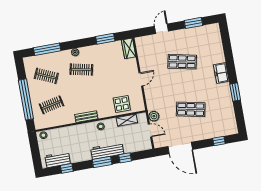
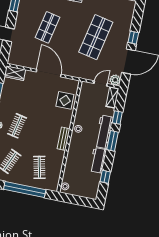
door: (141, 79) -> (49, 73), width x1.87
shop shelf: (191, 109) -> (96, 37), width x1.43, depth x1.36
plant: (154, 116) -> (115, 80), moved
shelving: (127, 120) -> (112, 97), moved
window: (219, 141) -> (133, 38), moved
workbench: (58, 160) -> (98, 160), moved

